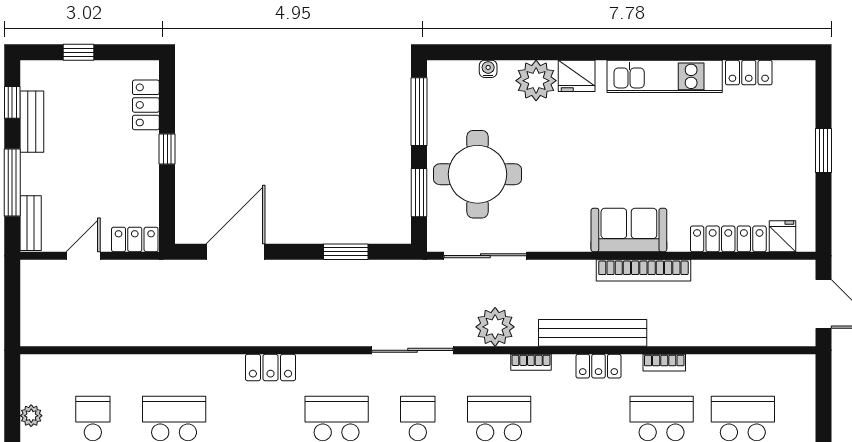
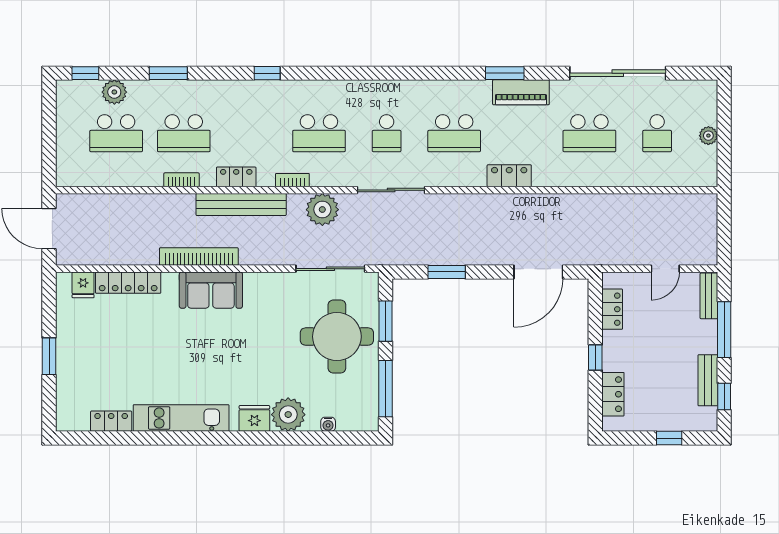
locker: (135, 239) -> (612, 309), moved, turned -90

